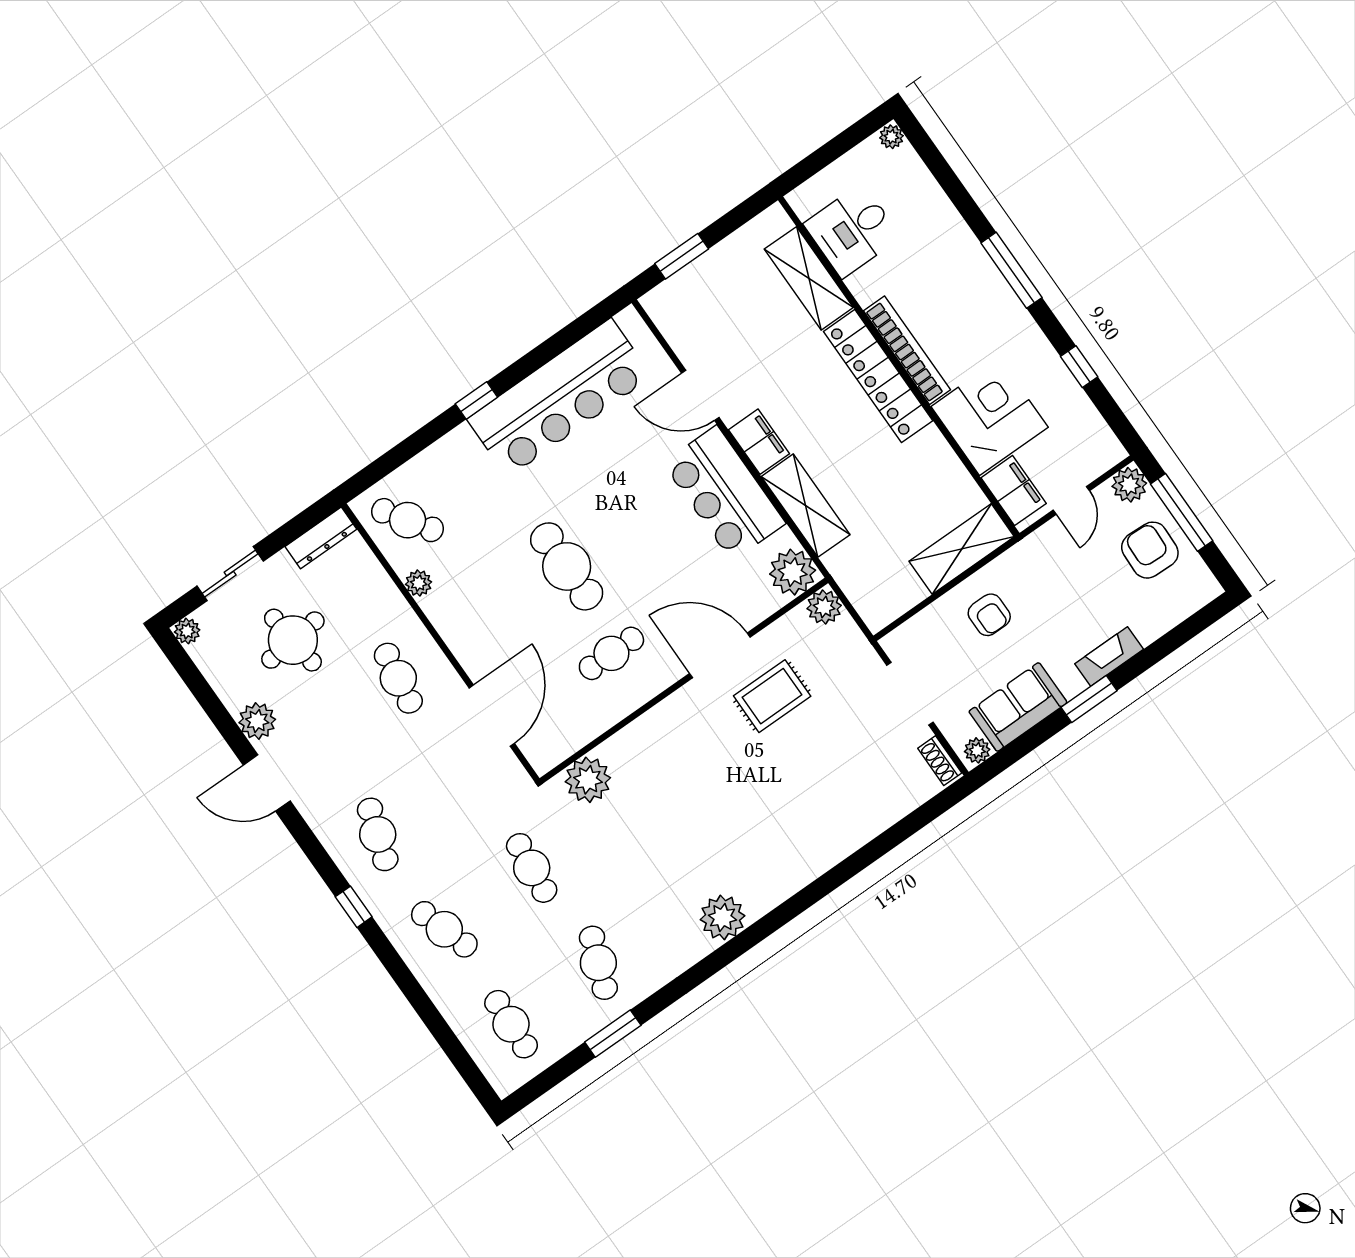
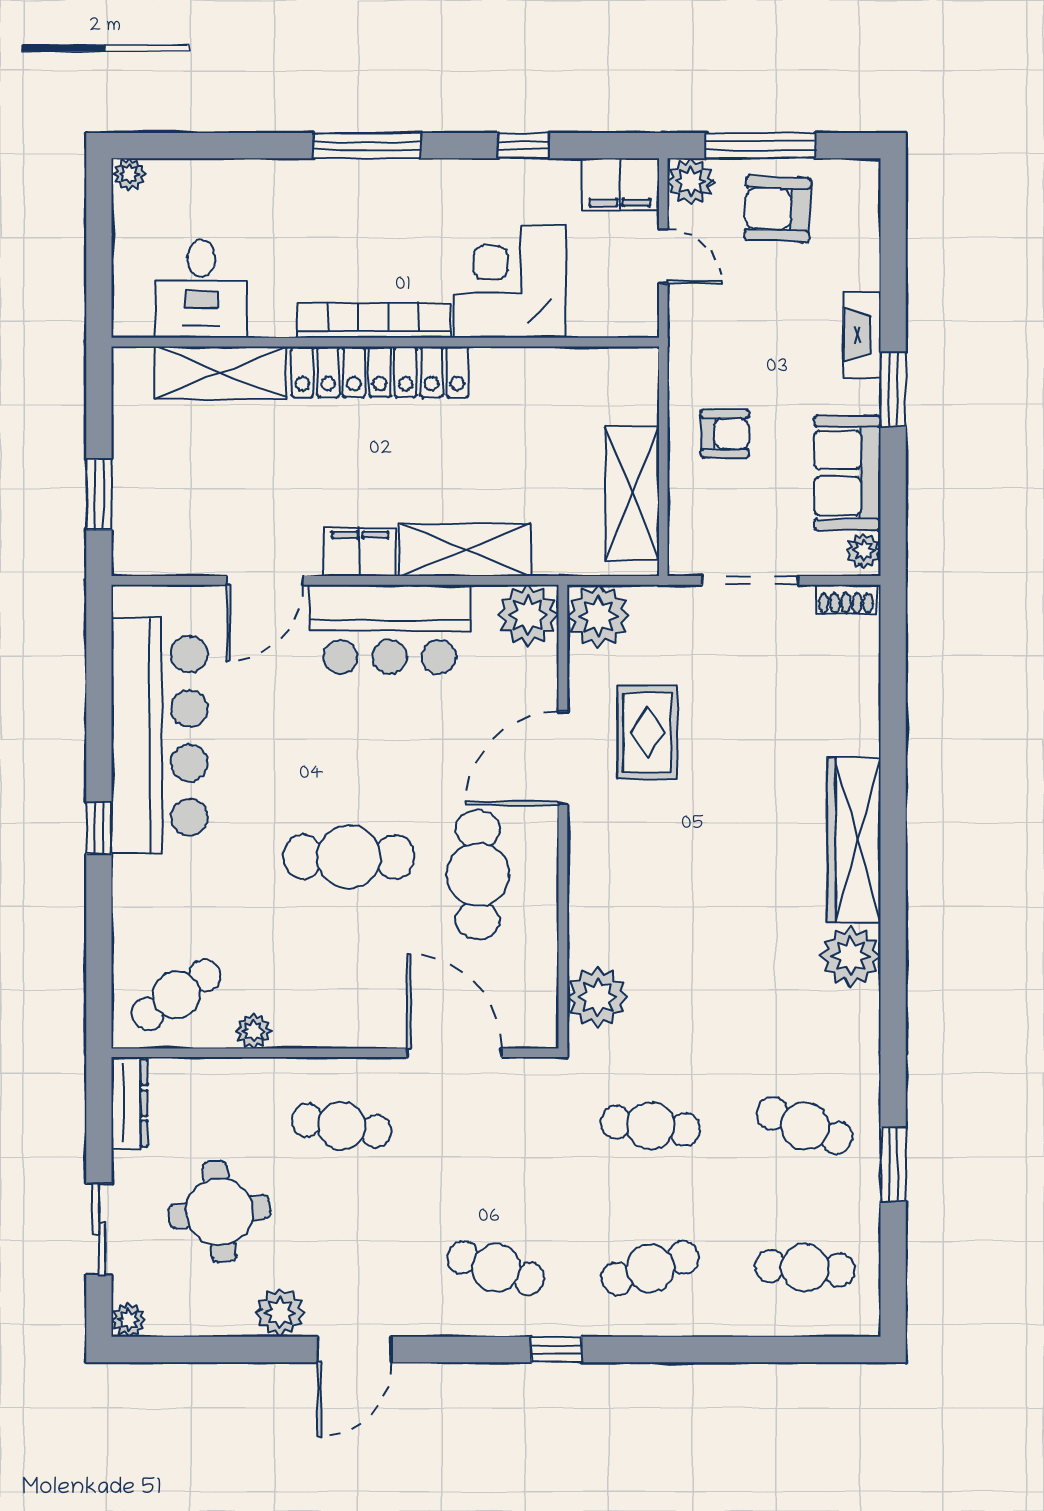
filing cabinet: (1014, 491) -> (620, 184), moved, turned 180
shelving: (962, 549) -> (632, 493), moved
plant: (824, 607) -> (598, 616), width x1.36, depth x1.36
cafe table: (611, 653) -> (478, 875), width x1.37, depth x1.35
wardrobe: (795, 869) -> (854, 840), added

